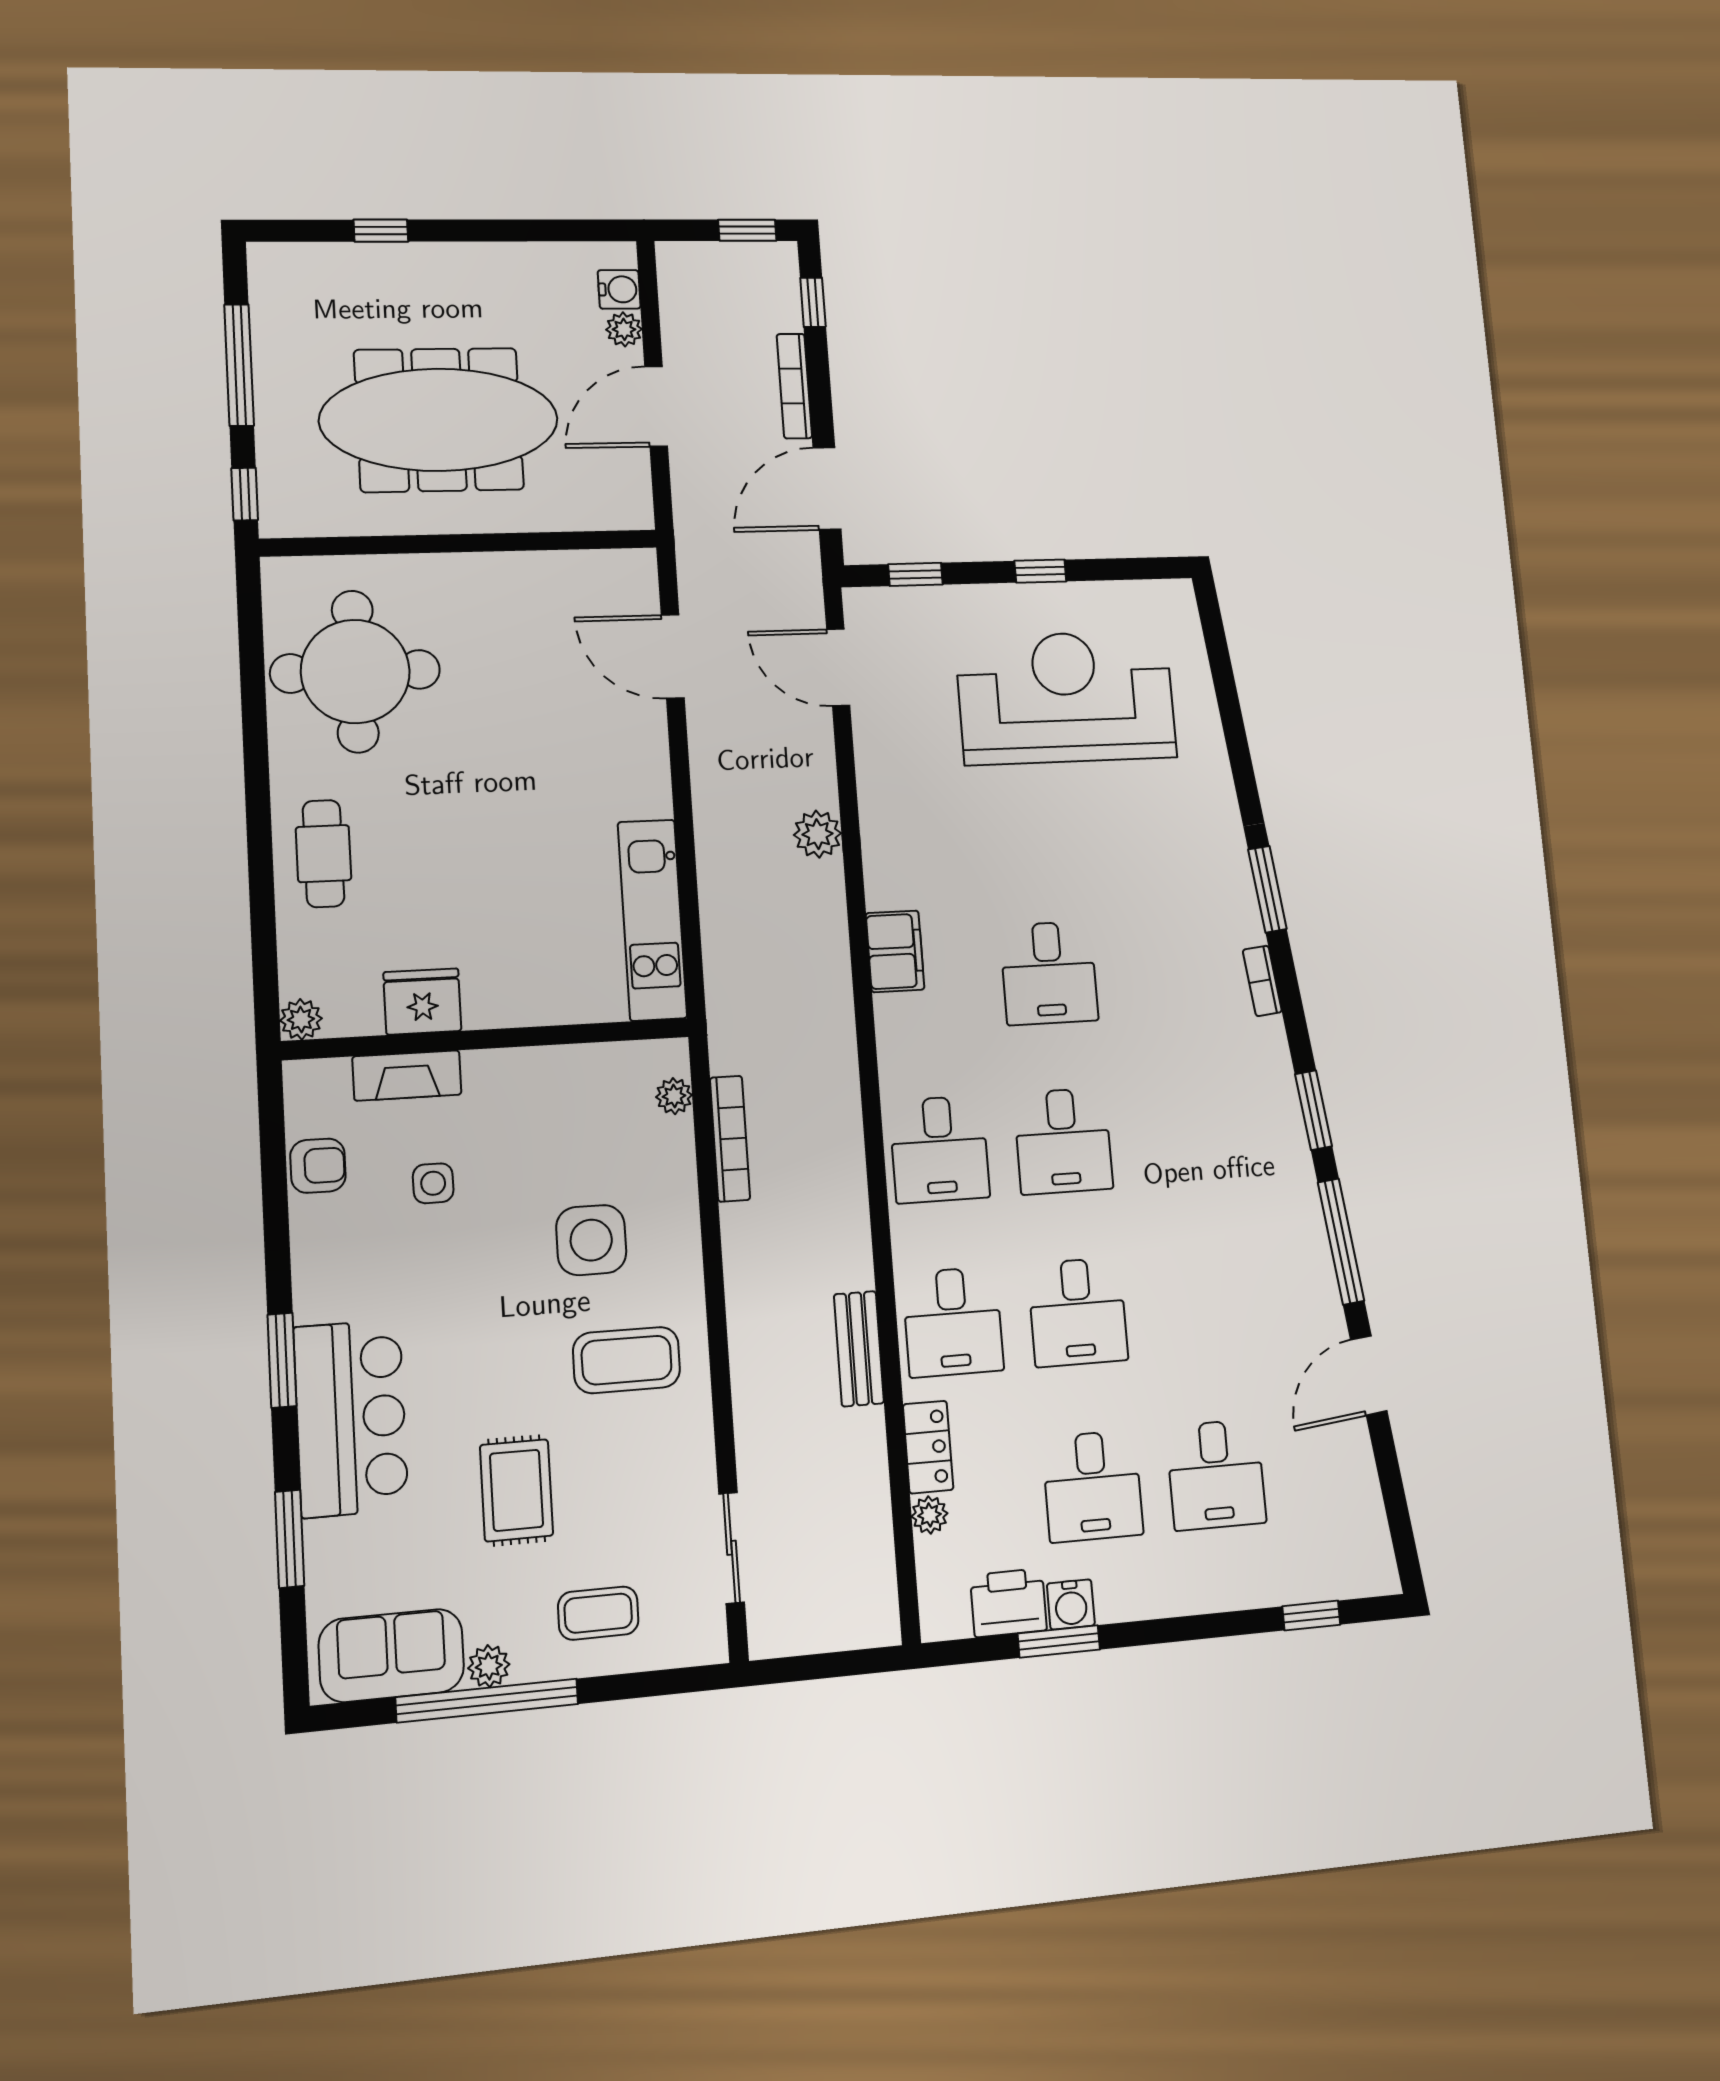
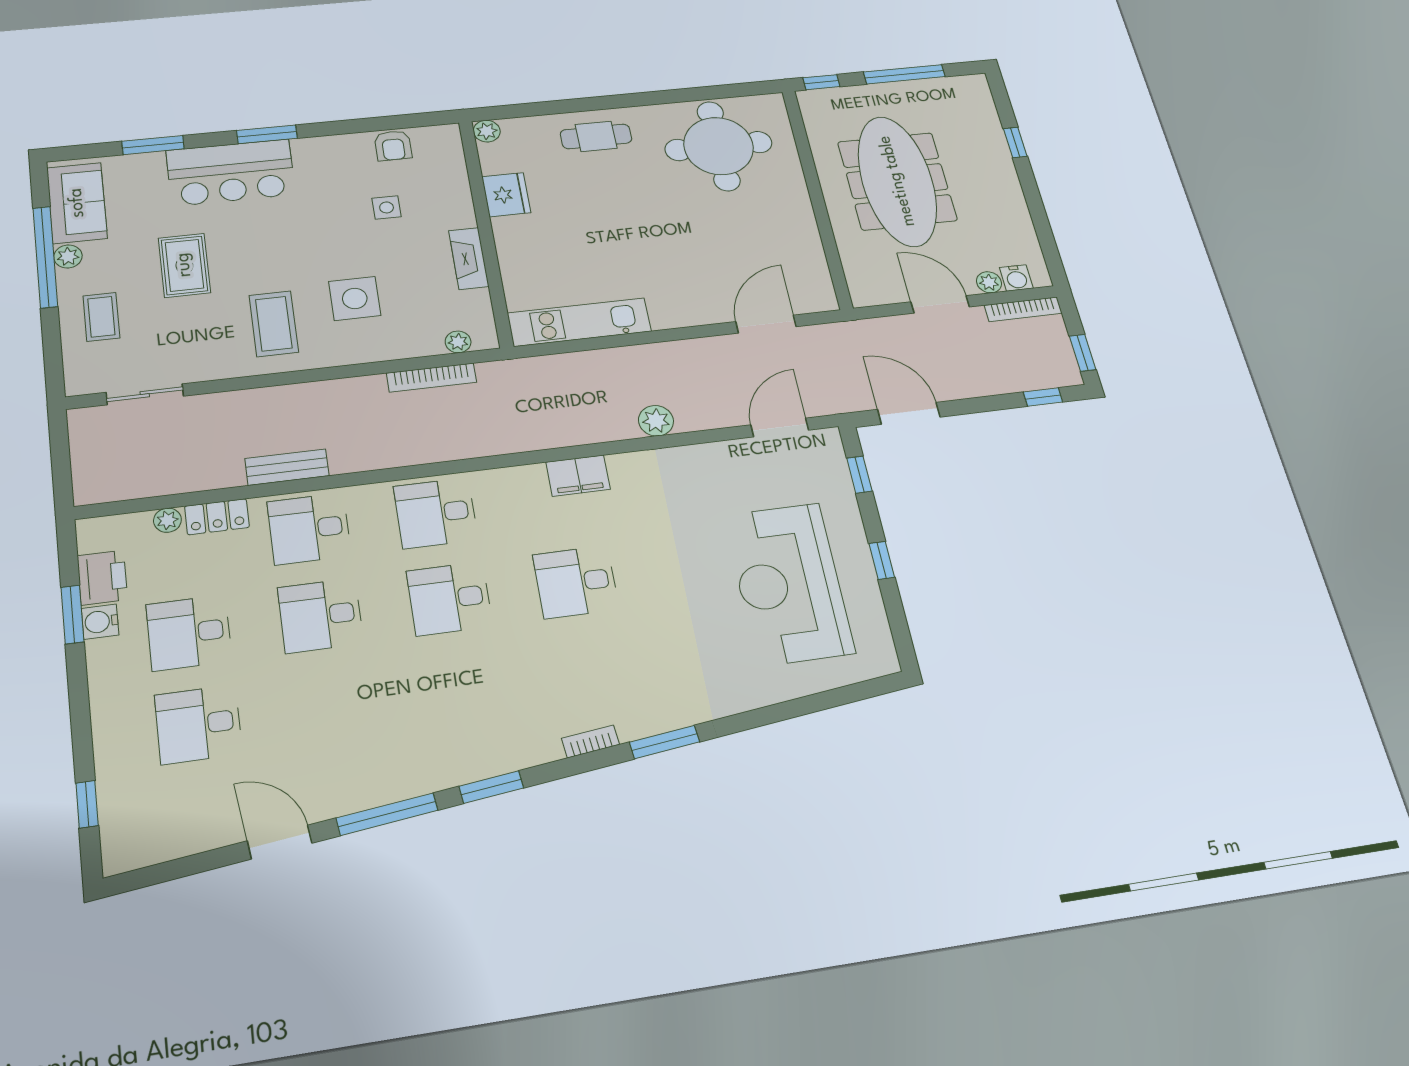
bookcase: (794, 386) -> (1023, 309), moved, turned 180
reception desk: (1066, 697) -> (789, 584), turned 180
fireplace: (407, 1076) -> (469, 258), moved
rug: (516, 1490) -> (184, 265), turned 90

